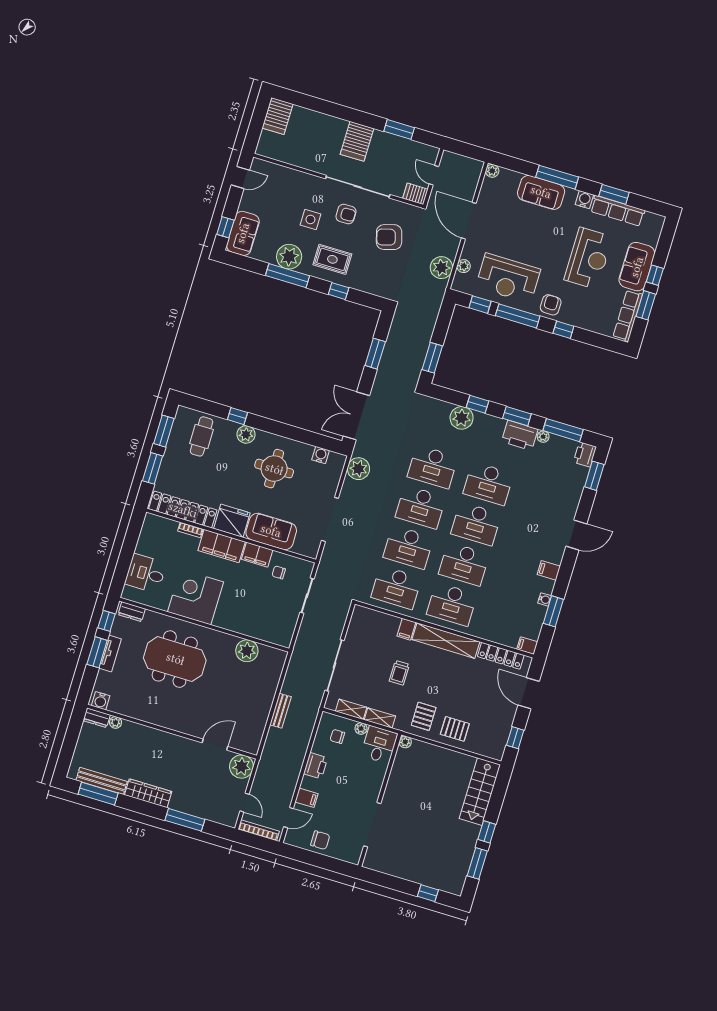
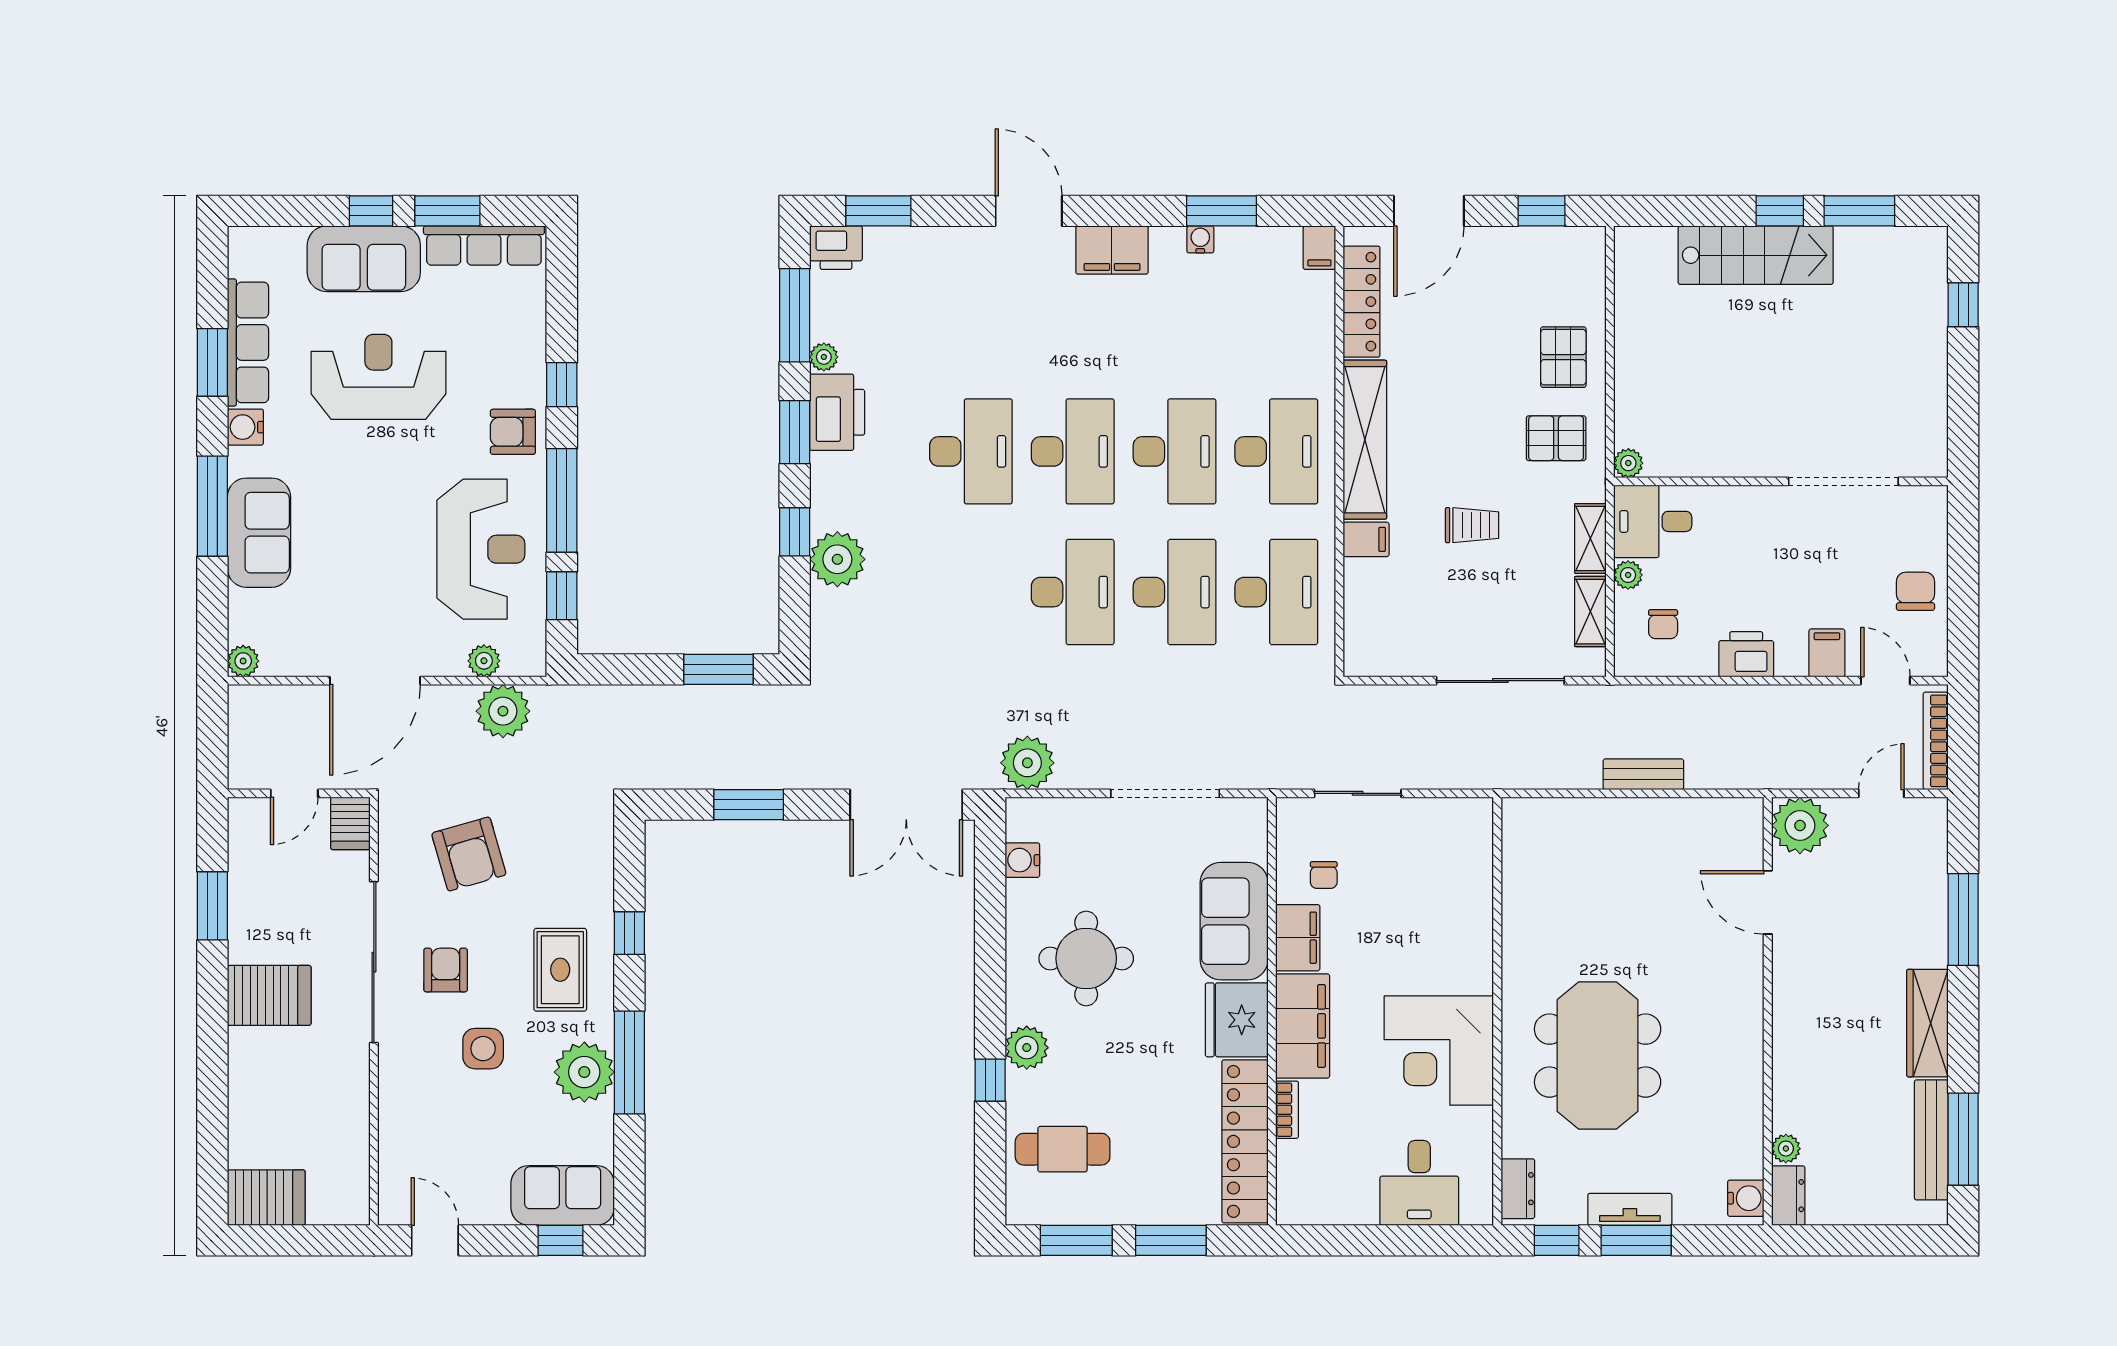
desk: (433, 467) -> (971, 592), removed
filing cabinet: (549, 570) -> (1112, 250), width x2.00
plant: (247, 651) -> (1528, 894), removed
stairs: (480, 792) -> (1756, 255), moved

